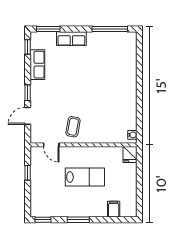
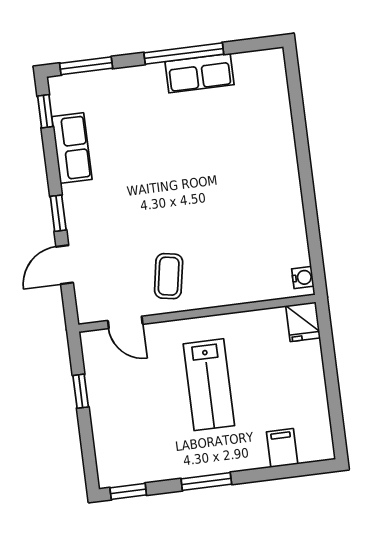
window: (110, 29) -> (184, 53), moved
row of seats: (71, 39) -> (200, 73), moved
lab bench: (85, 177) -> (209, 385), turned 90

